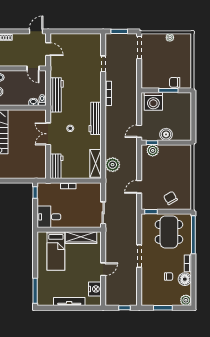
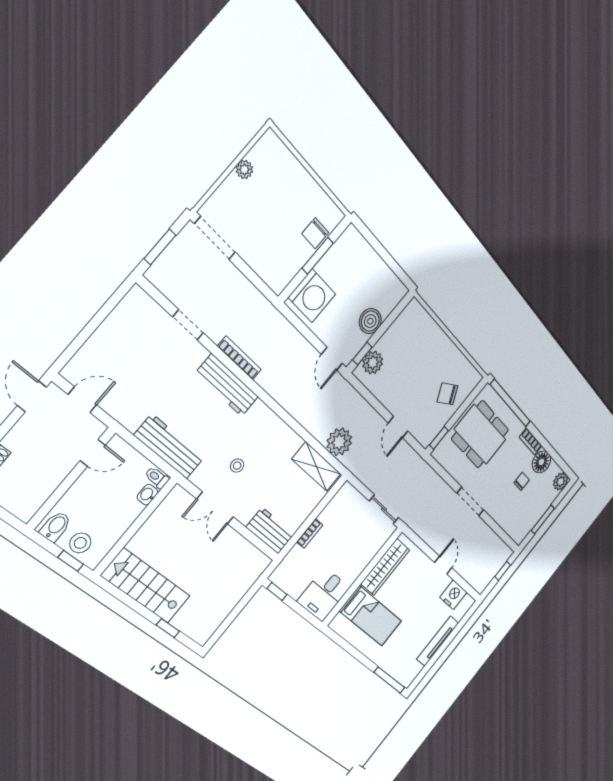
workbench: (95, 118) -> (227, 385), moved

